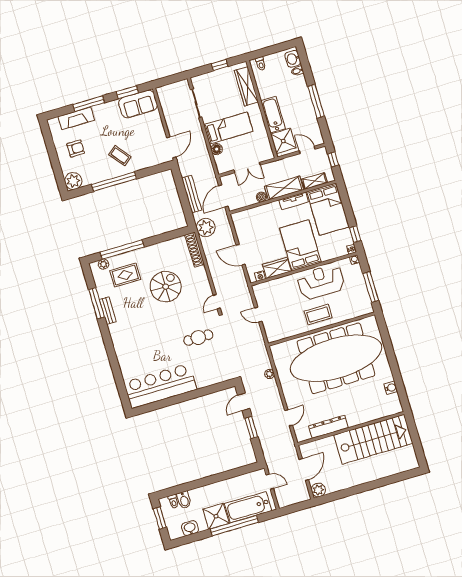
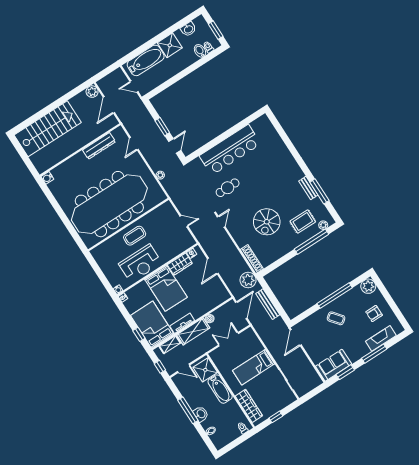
washbasin: (293, 59) -> (201, 414), moved
floor lamp: (217, 149) -> (258, 347), removed
window: (355, 234) -> (139, 334), moved
door: (241, 255) -> (213, 266), swing flipped
window: (371, 287) -> (98, 271), removed
bar counter: (160, 386) -> (230, 150), moved
water cooler: (391, 388) -> (47, 178), moved
stairs: (373, 439) -> (48, 129), moved, turned 180
window: (234, 526) -> (152, 42), removed

